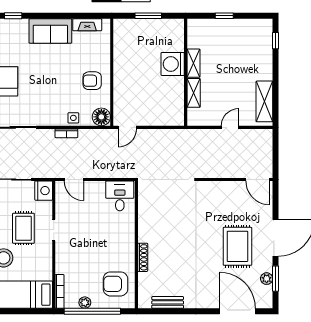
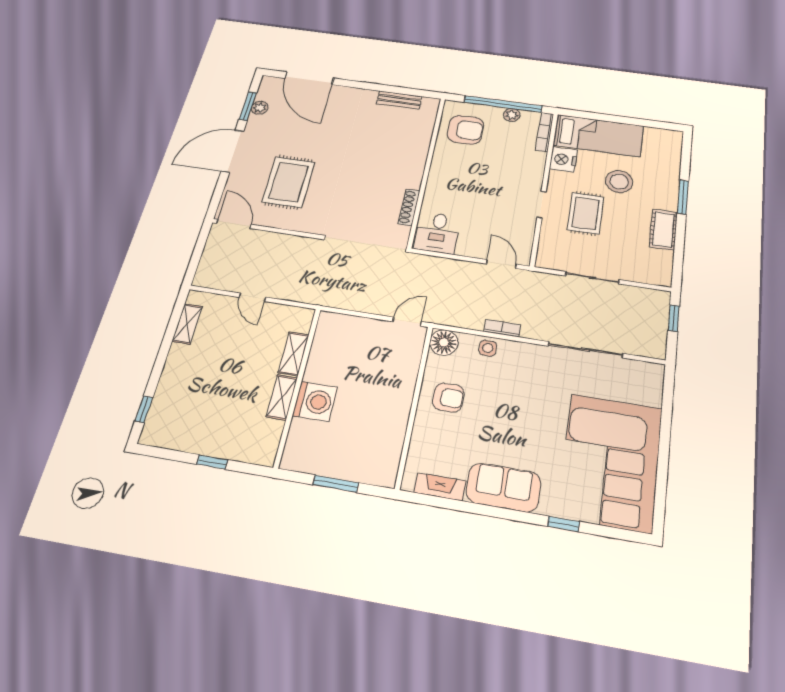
shelving: (264, 101) -> (187, 324), width x0.67, depth x0.75
door: (230, 127) -> (252, 297), hinge flipped
nightstand: (44, 191) -> (563, 159), moved
rug: (237, 246) -> (289, 182), moved
shoe rack: (143, 257) -> (409, 207), moved

